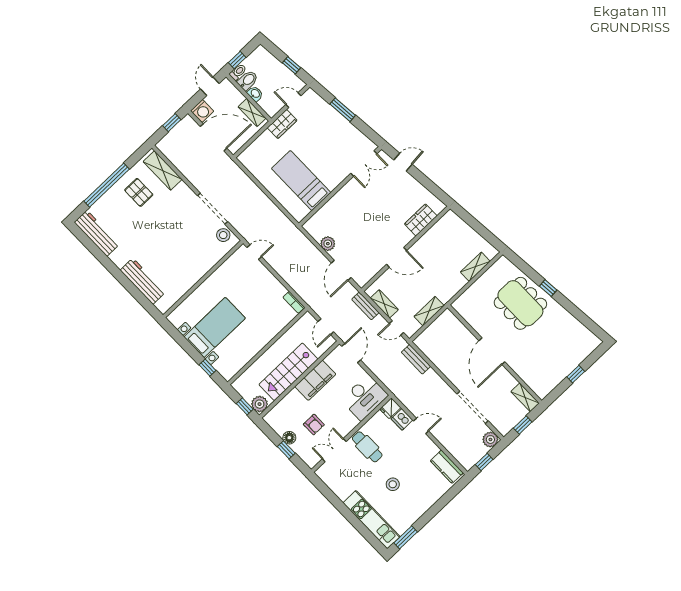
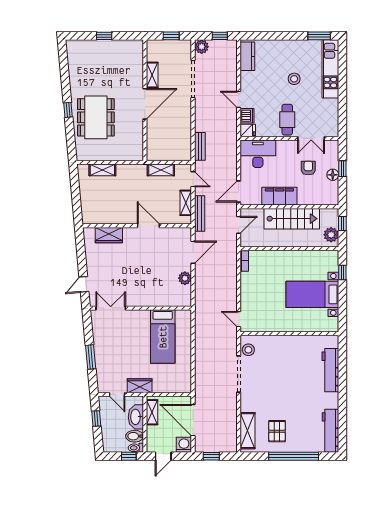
washbasin: (255, 94) -> (136, 417), width x1.91, depth x1.45
door: (403, 162) -> (84, 284), hinge flipped
bench: (365, 306) -> (200, 213), width x1.36
shelving: (525, 397) -> (152, 75), moved
plant: (260, 404) -> (331, 235), moved

